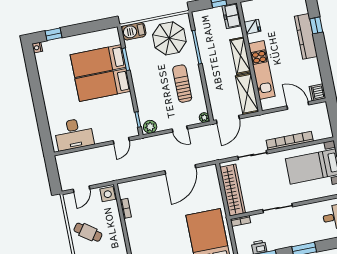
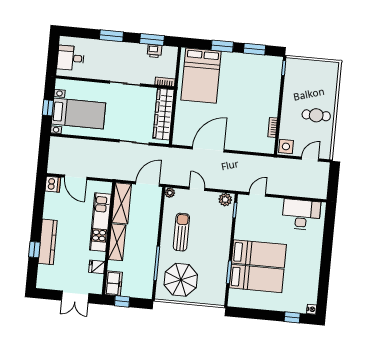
barbecue: (134, 31) -> (213, 297), removed
sun lounger: (182, 84) -> (181, 232), turned 180
bookcase: (290, 141) -> (94, 145), removed
cafe table: (88, 232) -> (316, 115), turned -35

